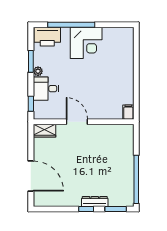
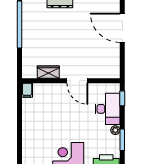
desk: (46, 89) -> (108, 109), width x1.37
wardrobe: (44, 131) -> (48, 72), moved

